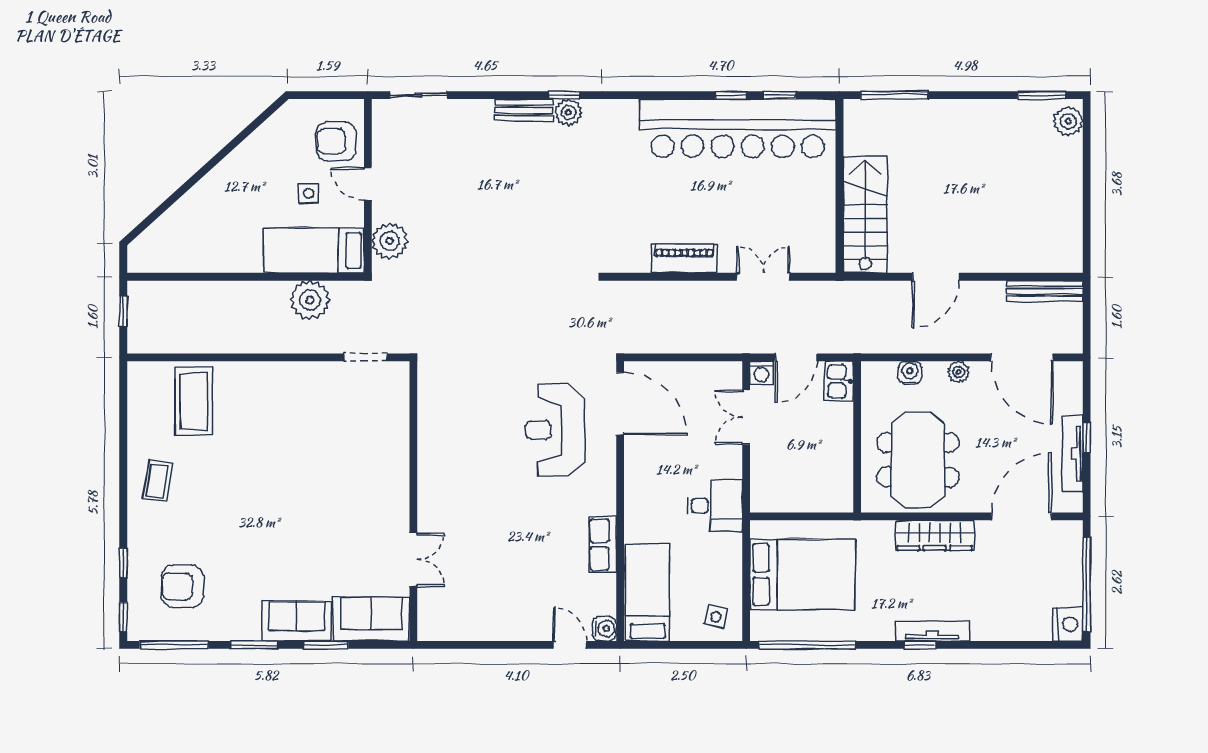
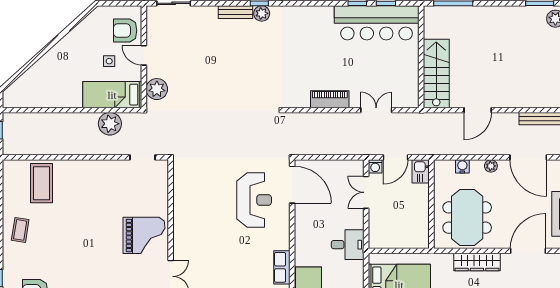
bar counter: (738, 128) -> (377, 23), width x0.73
reception desk: (555, 430) -> (254, 200), turned 180
grand piano: (368, 490) -> (144, 235), added

